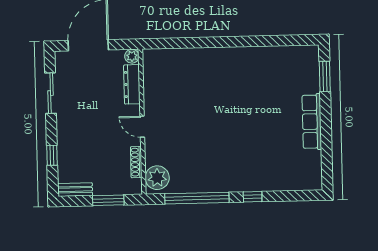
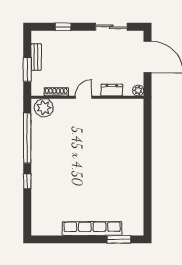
dresser: (132, 84) -> (112, 90), width x0.70
row of seats: (312, 122) -> (92, 228), width x1.36
bench: (75, 190) -> (36, 57), moved

